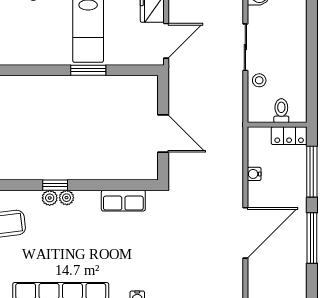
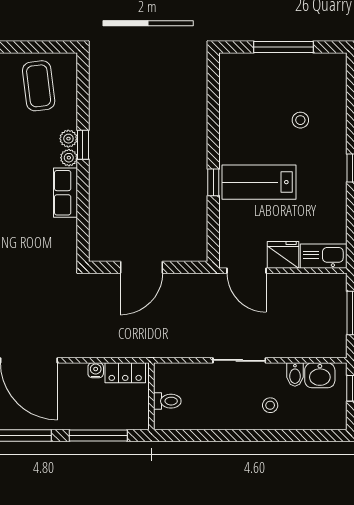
window: (88, 70) -> (213, 182), width x0.67
stool: (259, 80) -> (270, 405), moved
locker: (289, 136) -> (125, 373), moved, turned -90
row of seats: (123, 201) -> (65, 193), moved

